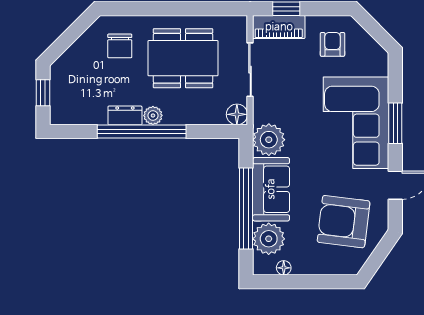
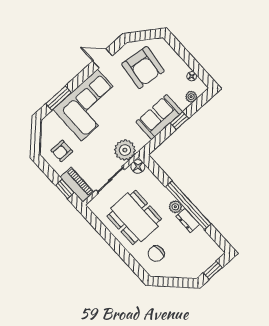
chair: (120, 46) -> (156, 254), turned 180
window: (395, 123) -> (59, 98), moved
plant: (269, 140) -> (125, 150), moved
window: (246, 208) -> (179, 121), width x0.32
plant: (269, 239) -> (191, 97), width x0.53, depth x0.53

